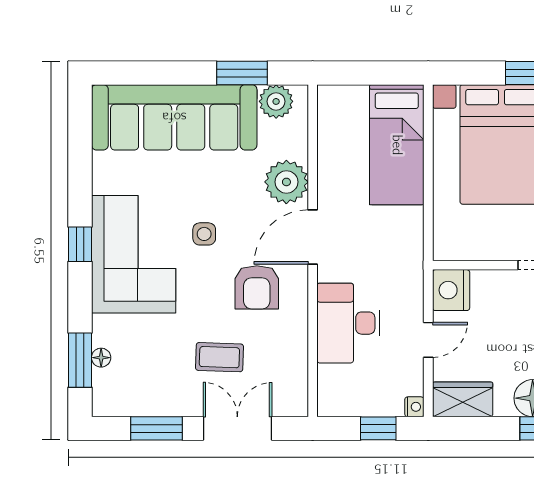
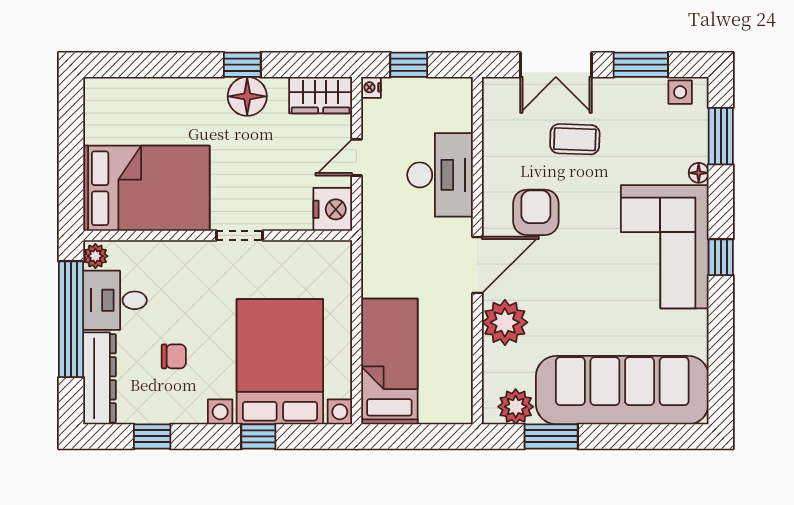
side table: (204, 234) -> (680, 92), moved
floor lamp: (101, 358) -> (699, 173), moved

